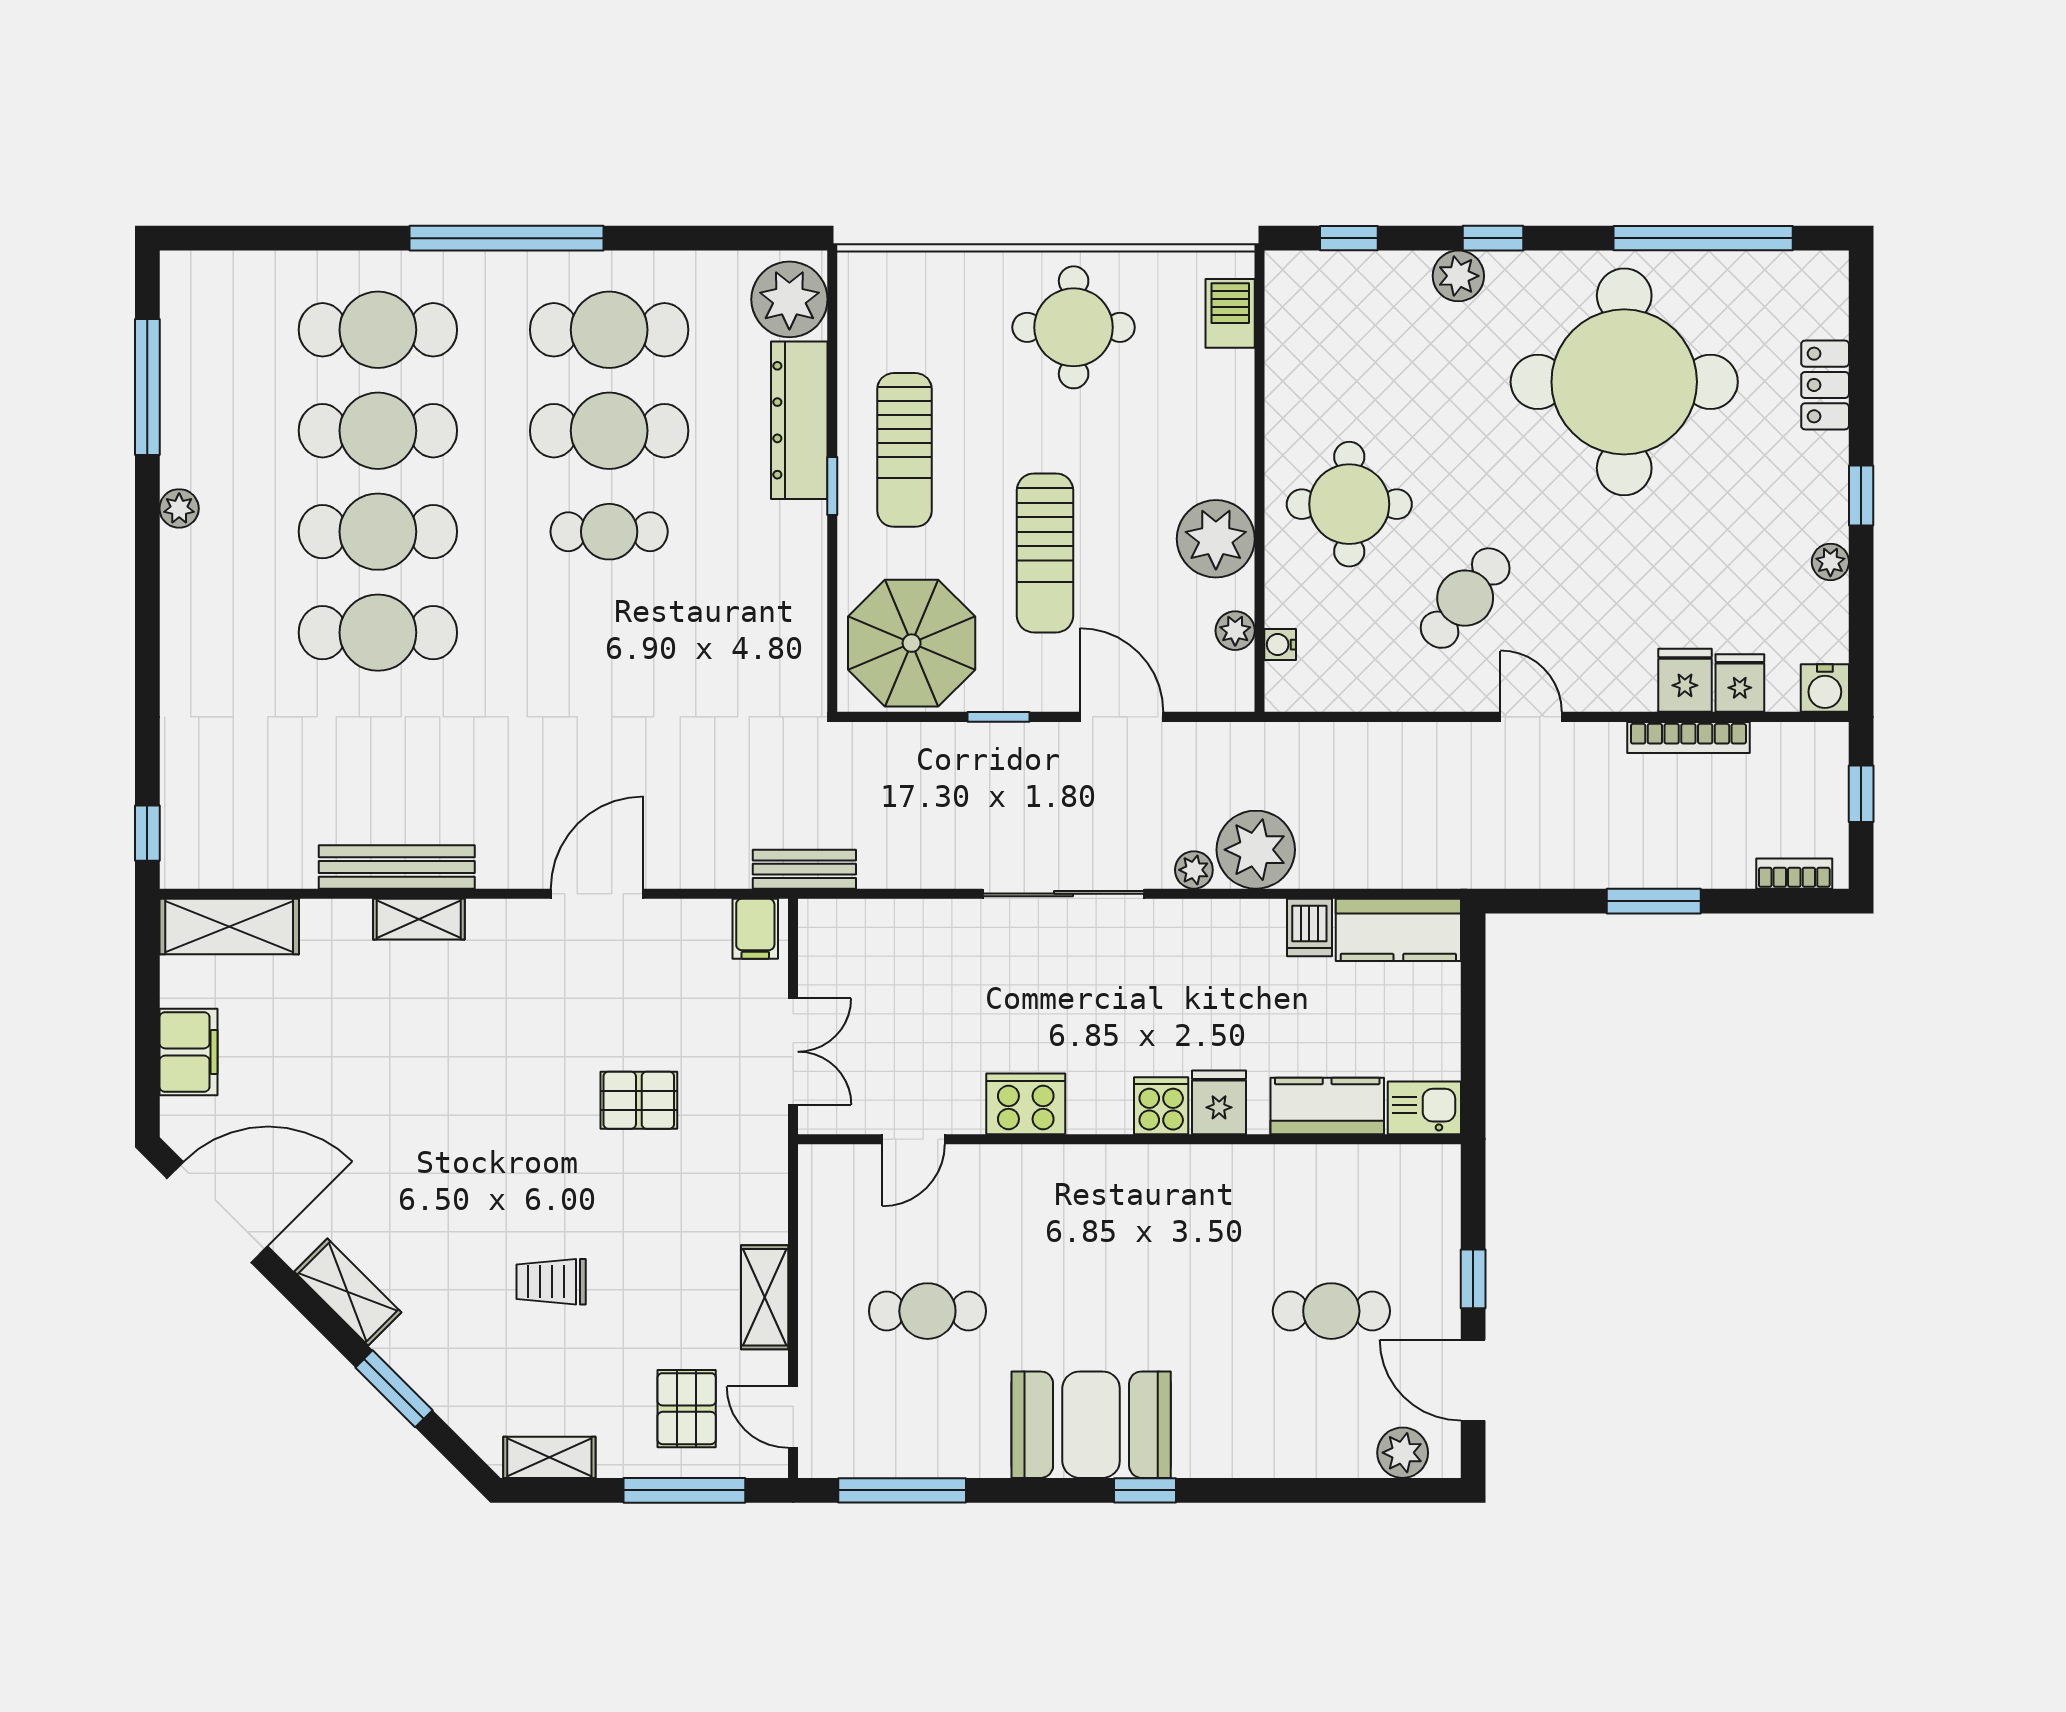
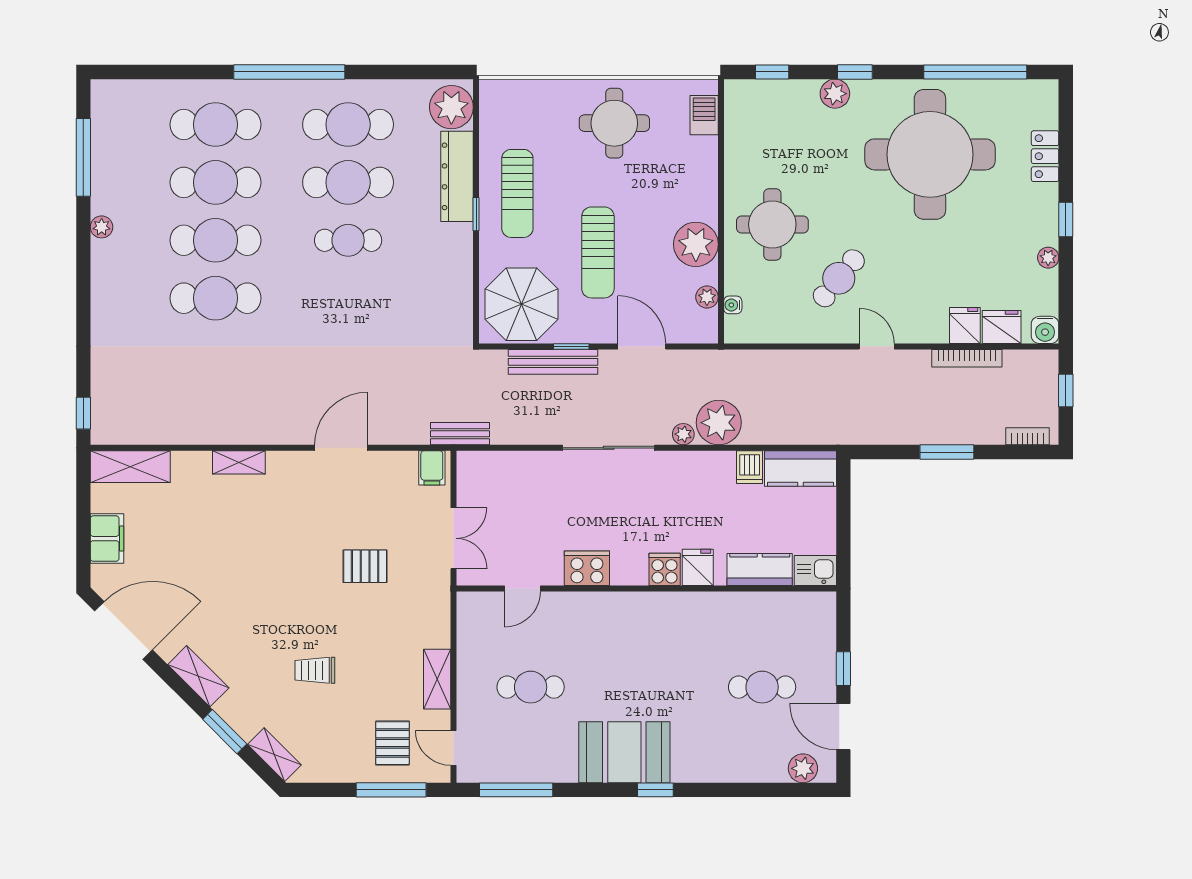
fridge: (1740, 683) -> (1002, 327), width x1.38
bench: (397, 867) -> (553, 362), moved
shelving: (549, 1457) -> (274, 755), moved, turned 45

